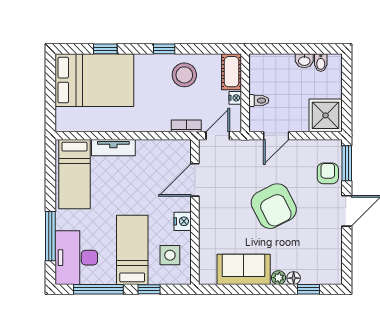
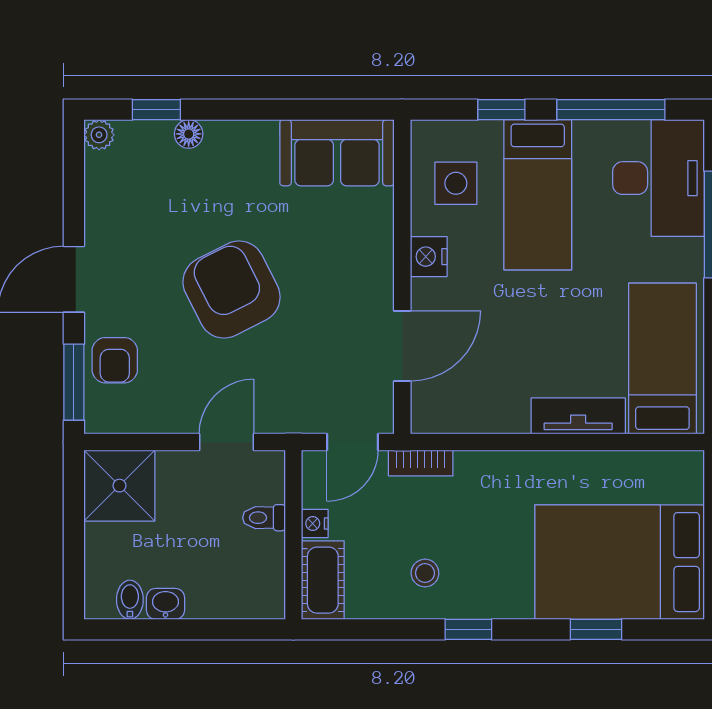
stool: (184, 75) -> (425, 573), width x0.53, depth x0.53
sofa: (244, 269) -> (337, 153), moved
plant: (279, 278) -> (99, 135), moved

